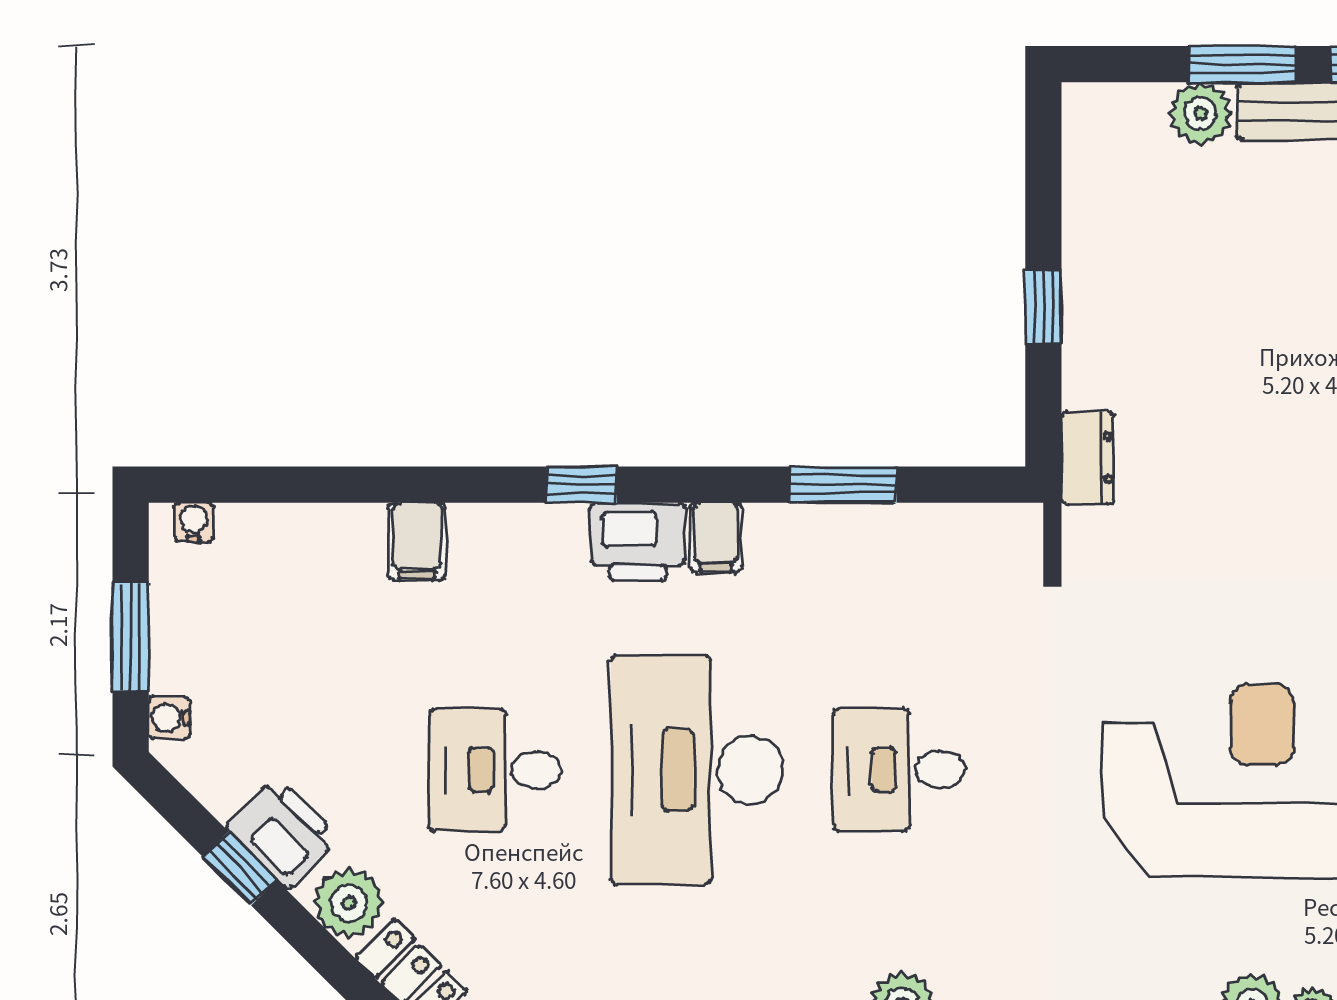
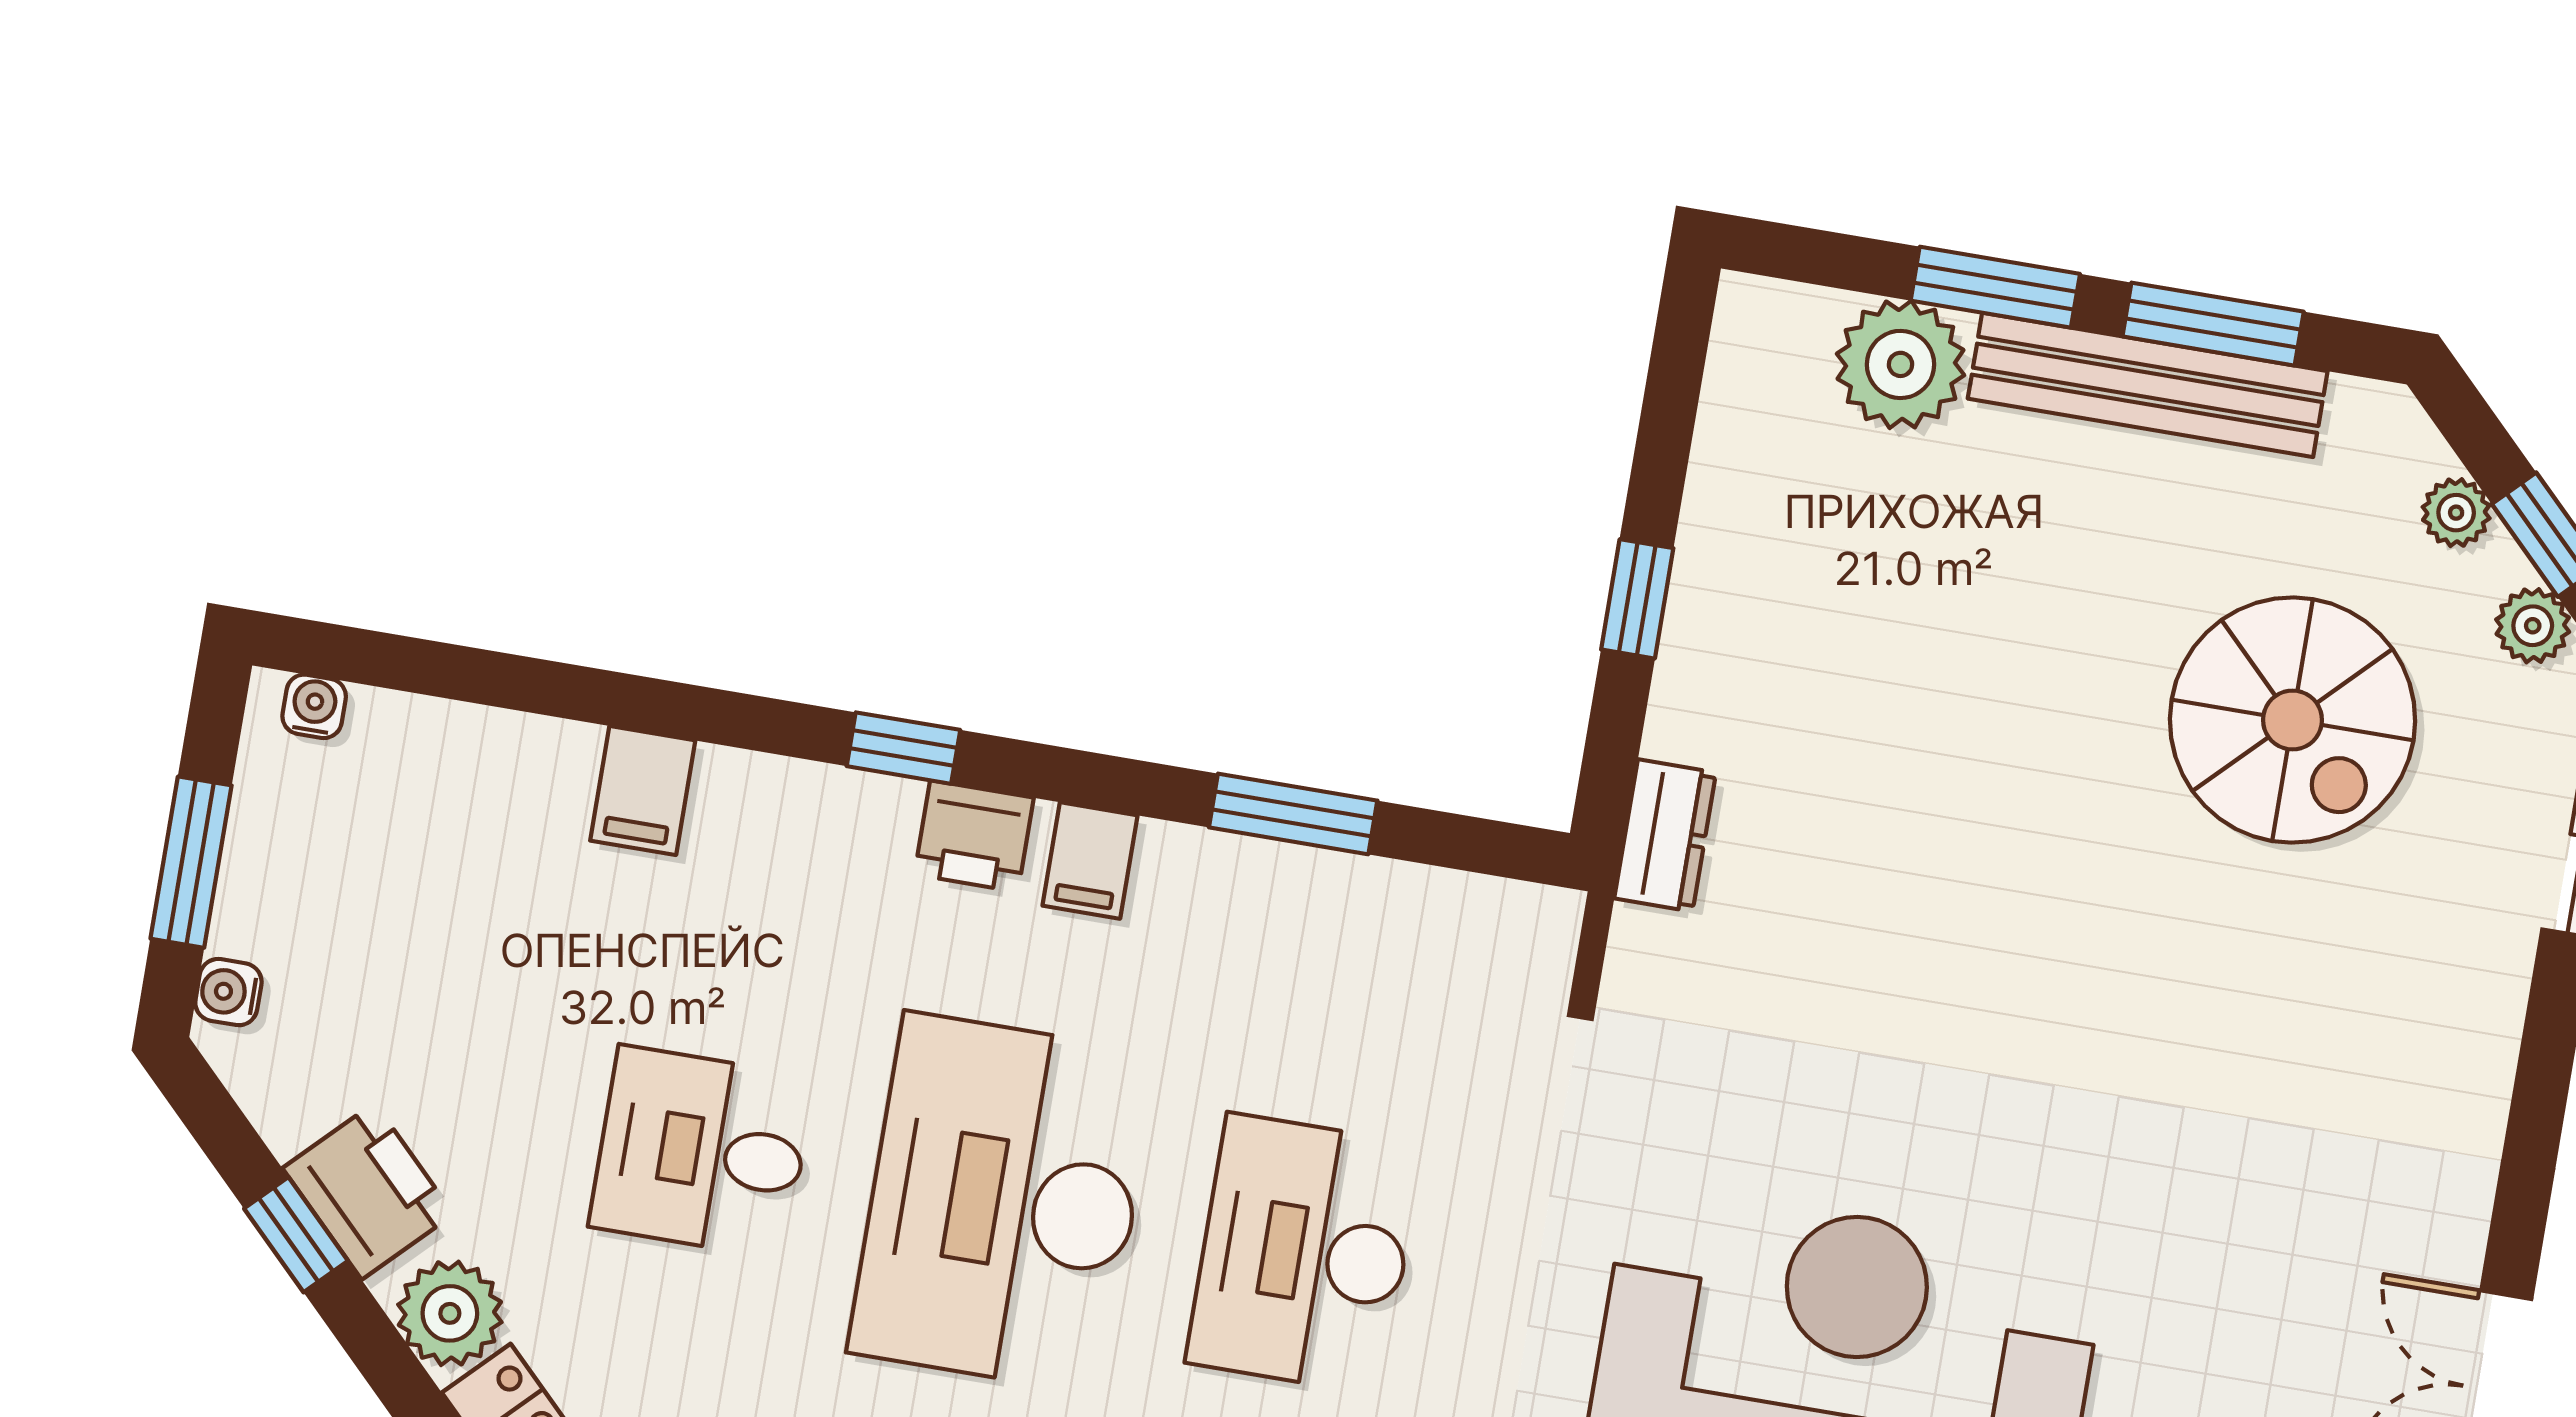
plant: (1200, 114) -> (1901, 364), width x1.36, depth x1.36
printer: (638, 542) -> (974, 836), width x0.73, depth x0.81
desk: (899, 770) -> (1304, 1254), width x1.37

